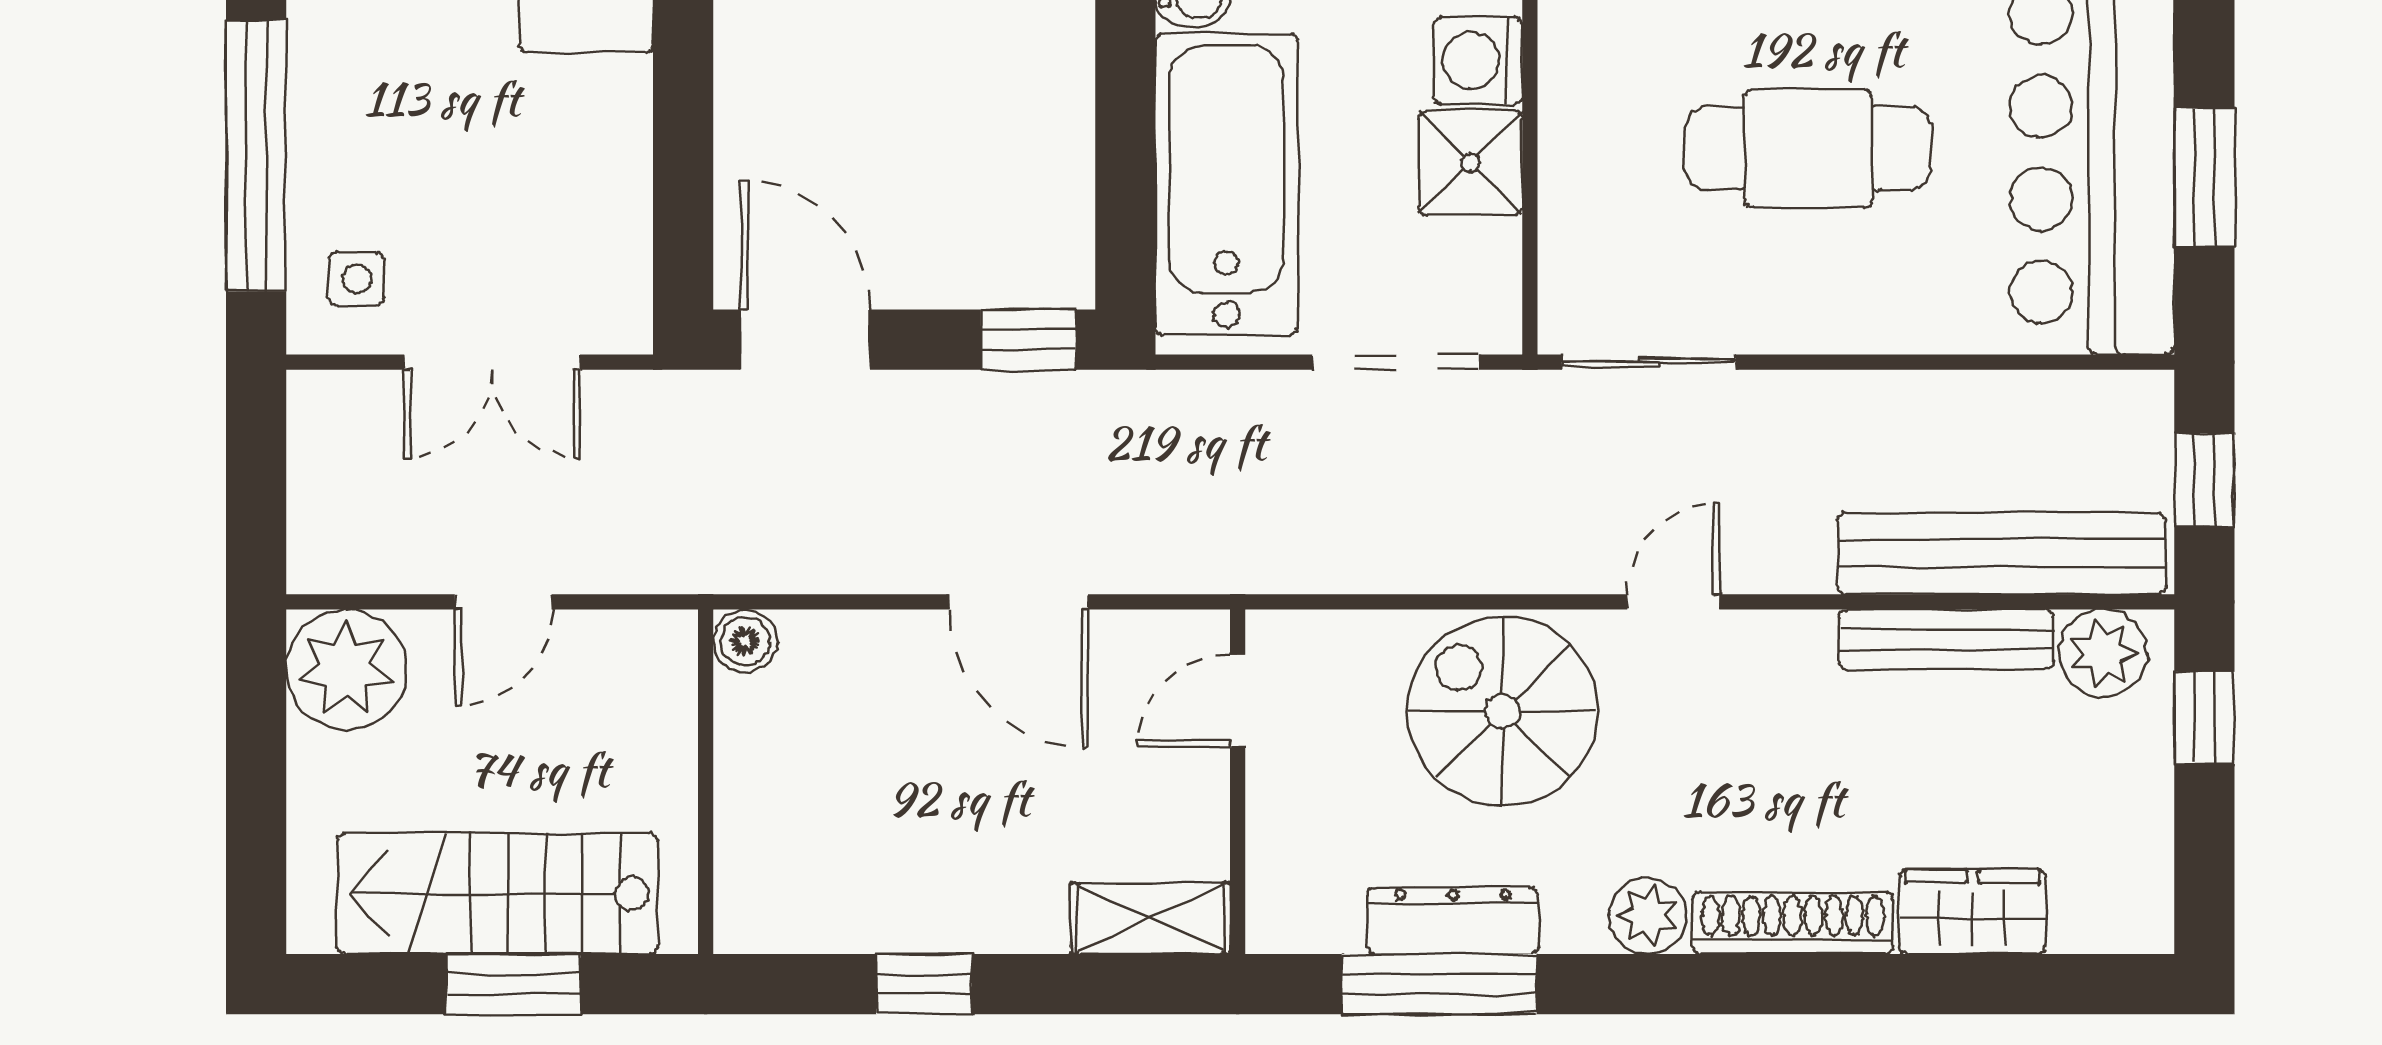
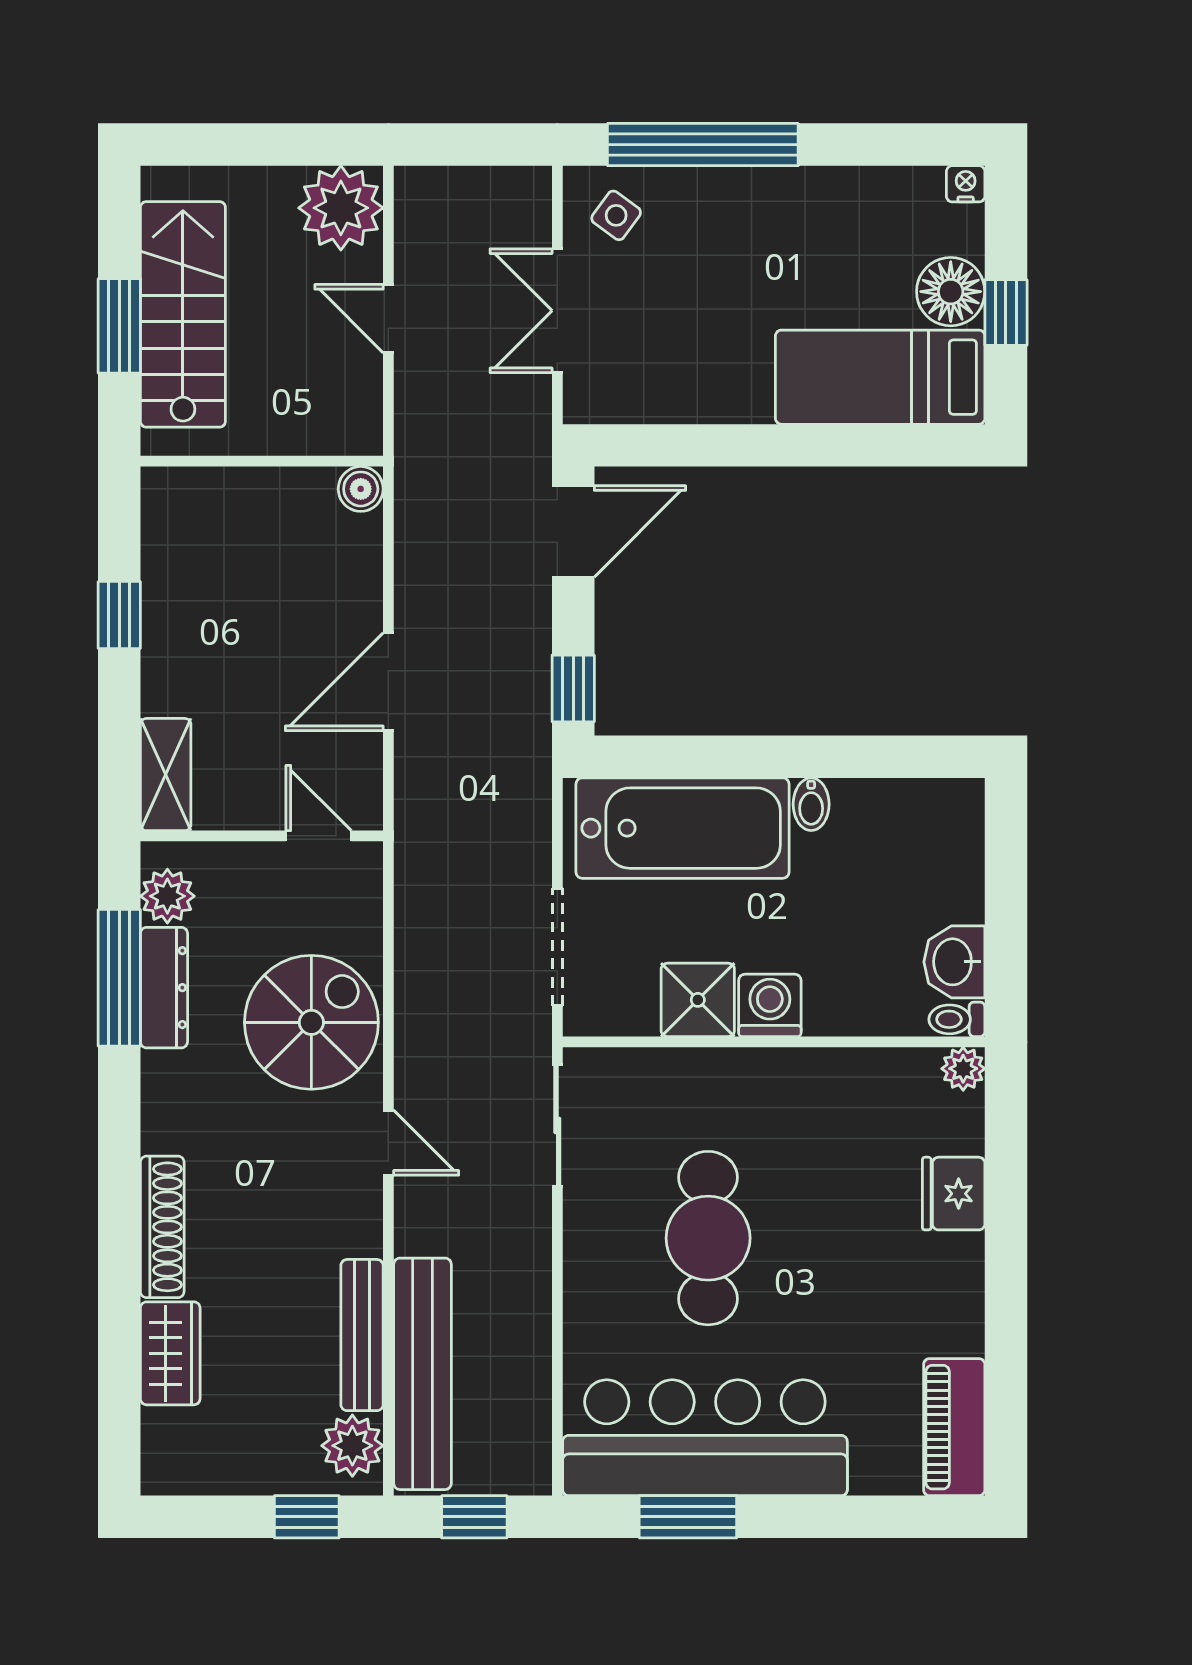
side table: (357, 279) -> (616, 215), turned 36
plant: (1648, 916) -> (167, 896), moved

